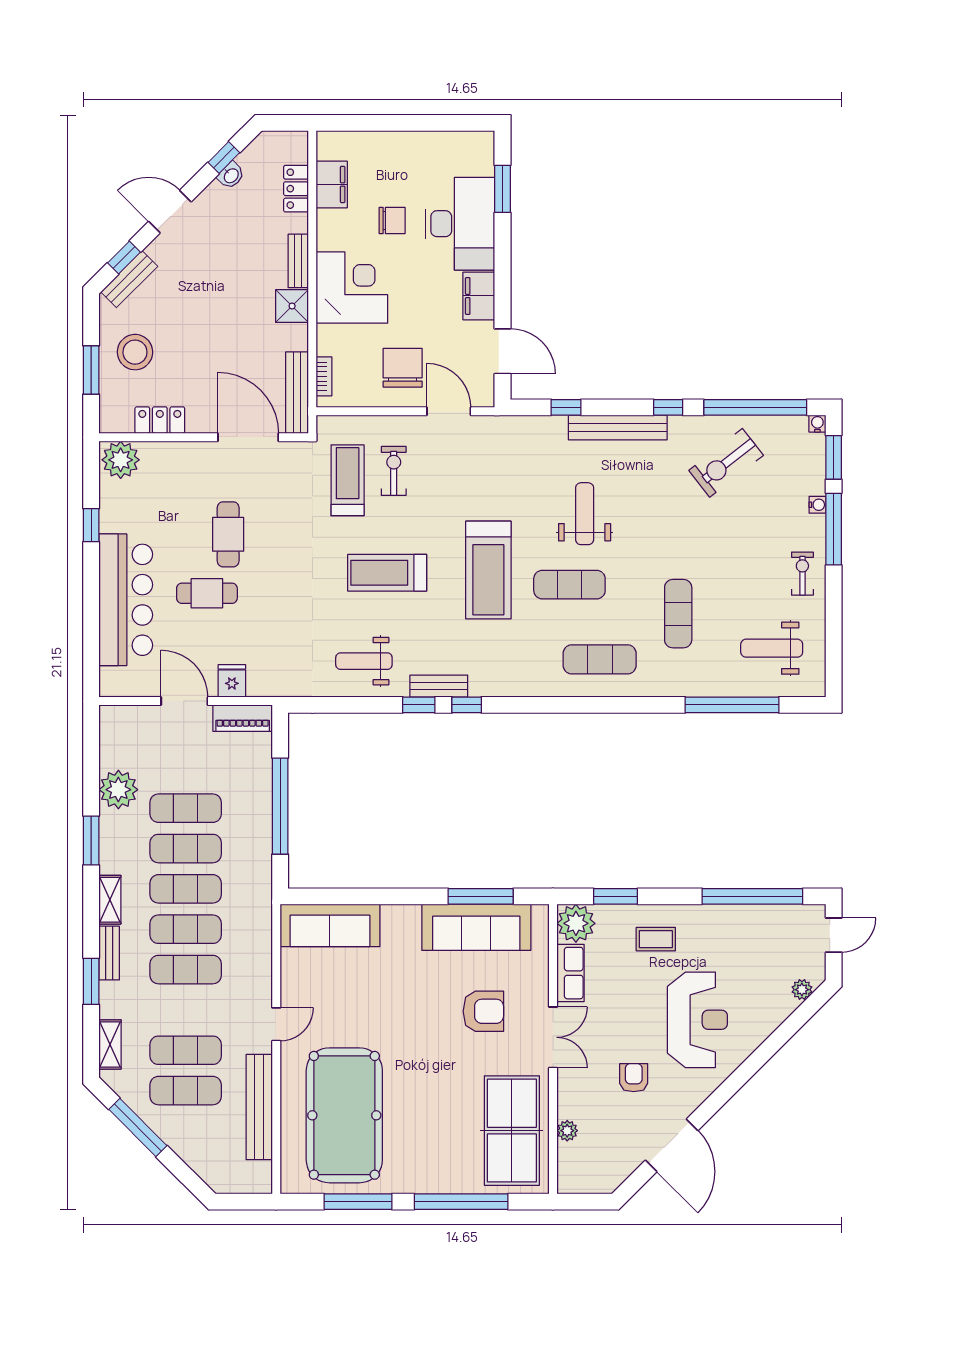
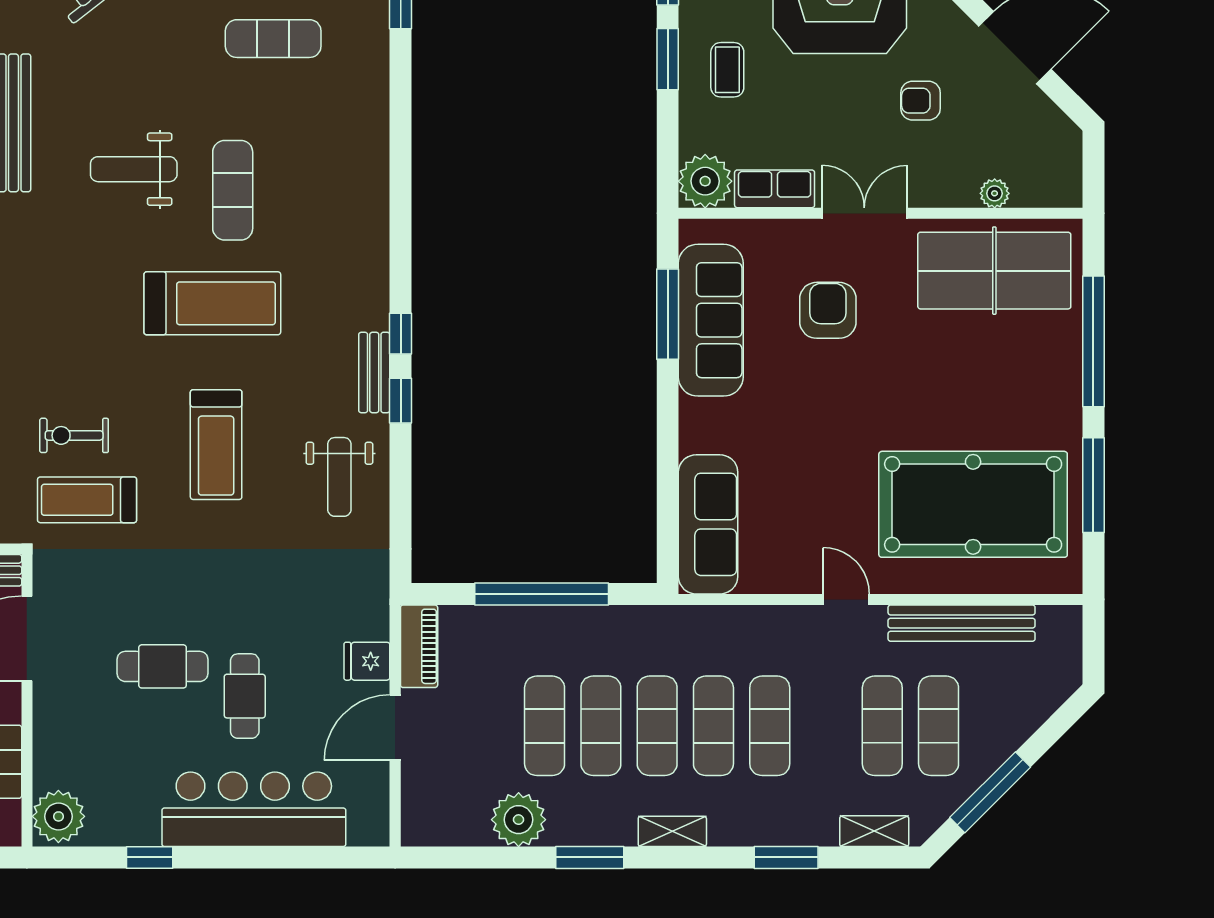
exercise mat: (600, 659) -> (337, 148), removed
window: (615, 896) -> (668, 59), moved
bench: (109, 953) -> (747, 832), removed

